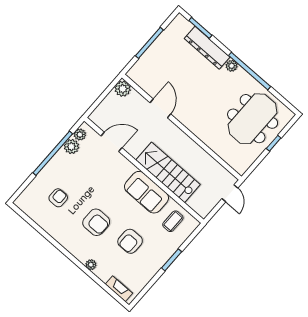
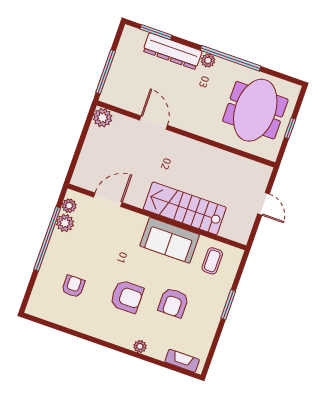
plant: (123, 89) -> (103, 118), moved
door: (160, 108) -> (154, 123), moved
wall: (182, 127) -> (186, 134), moved

